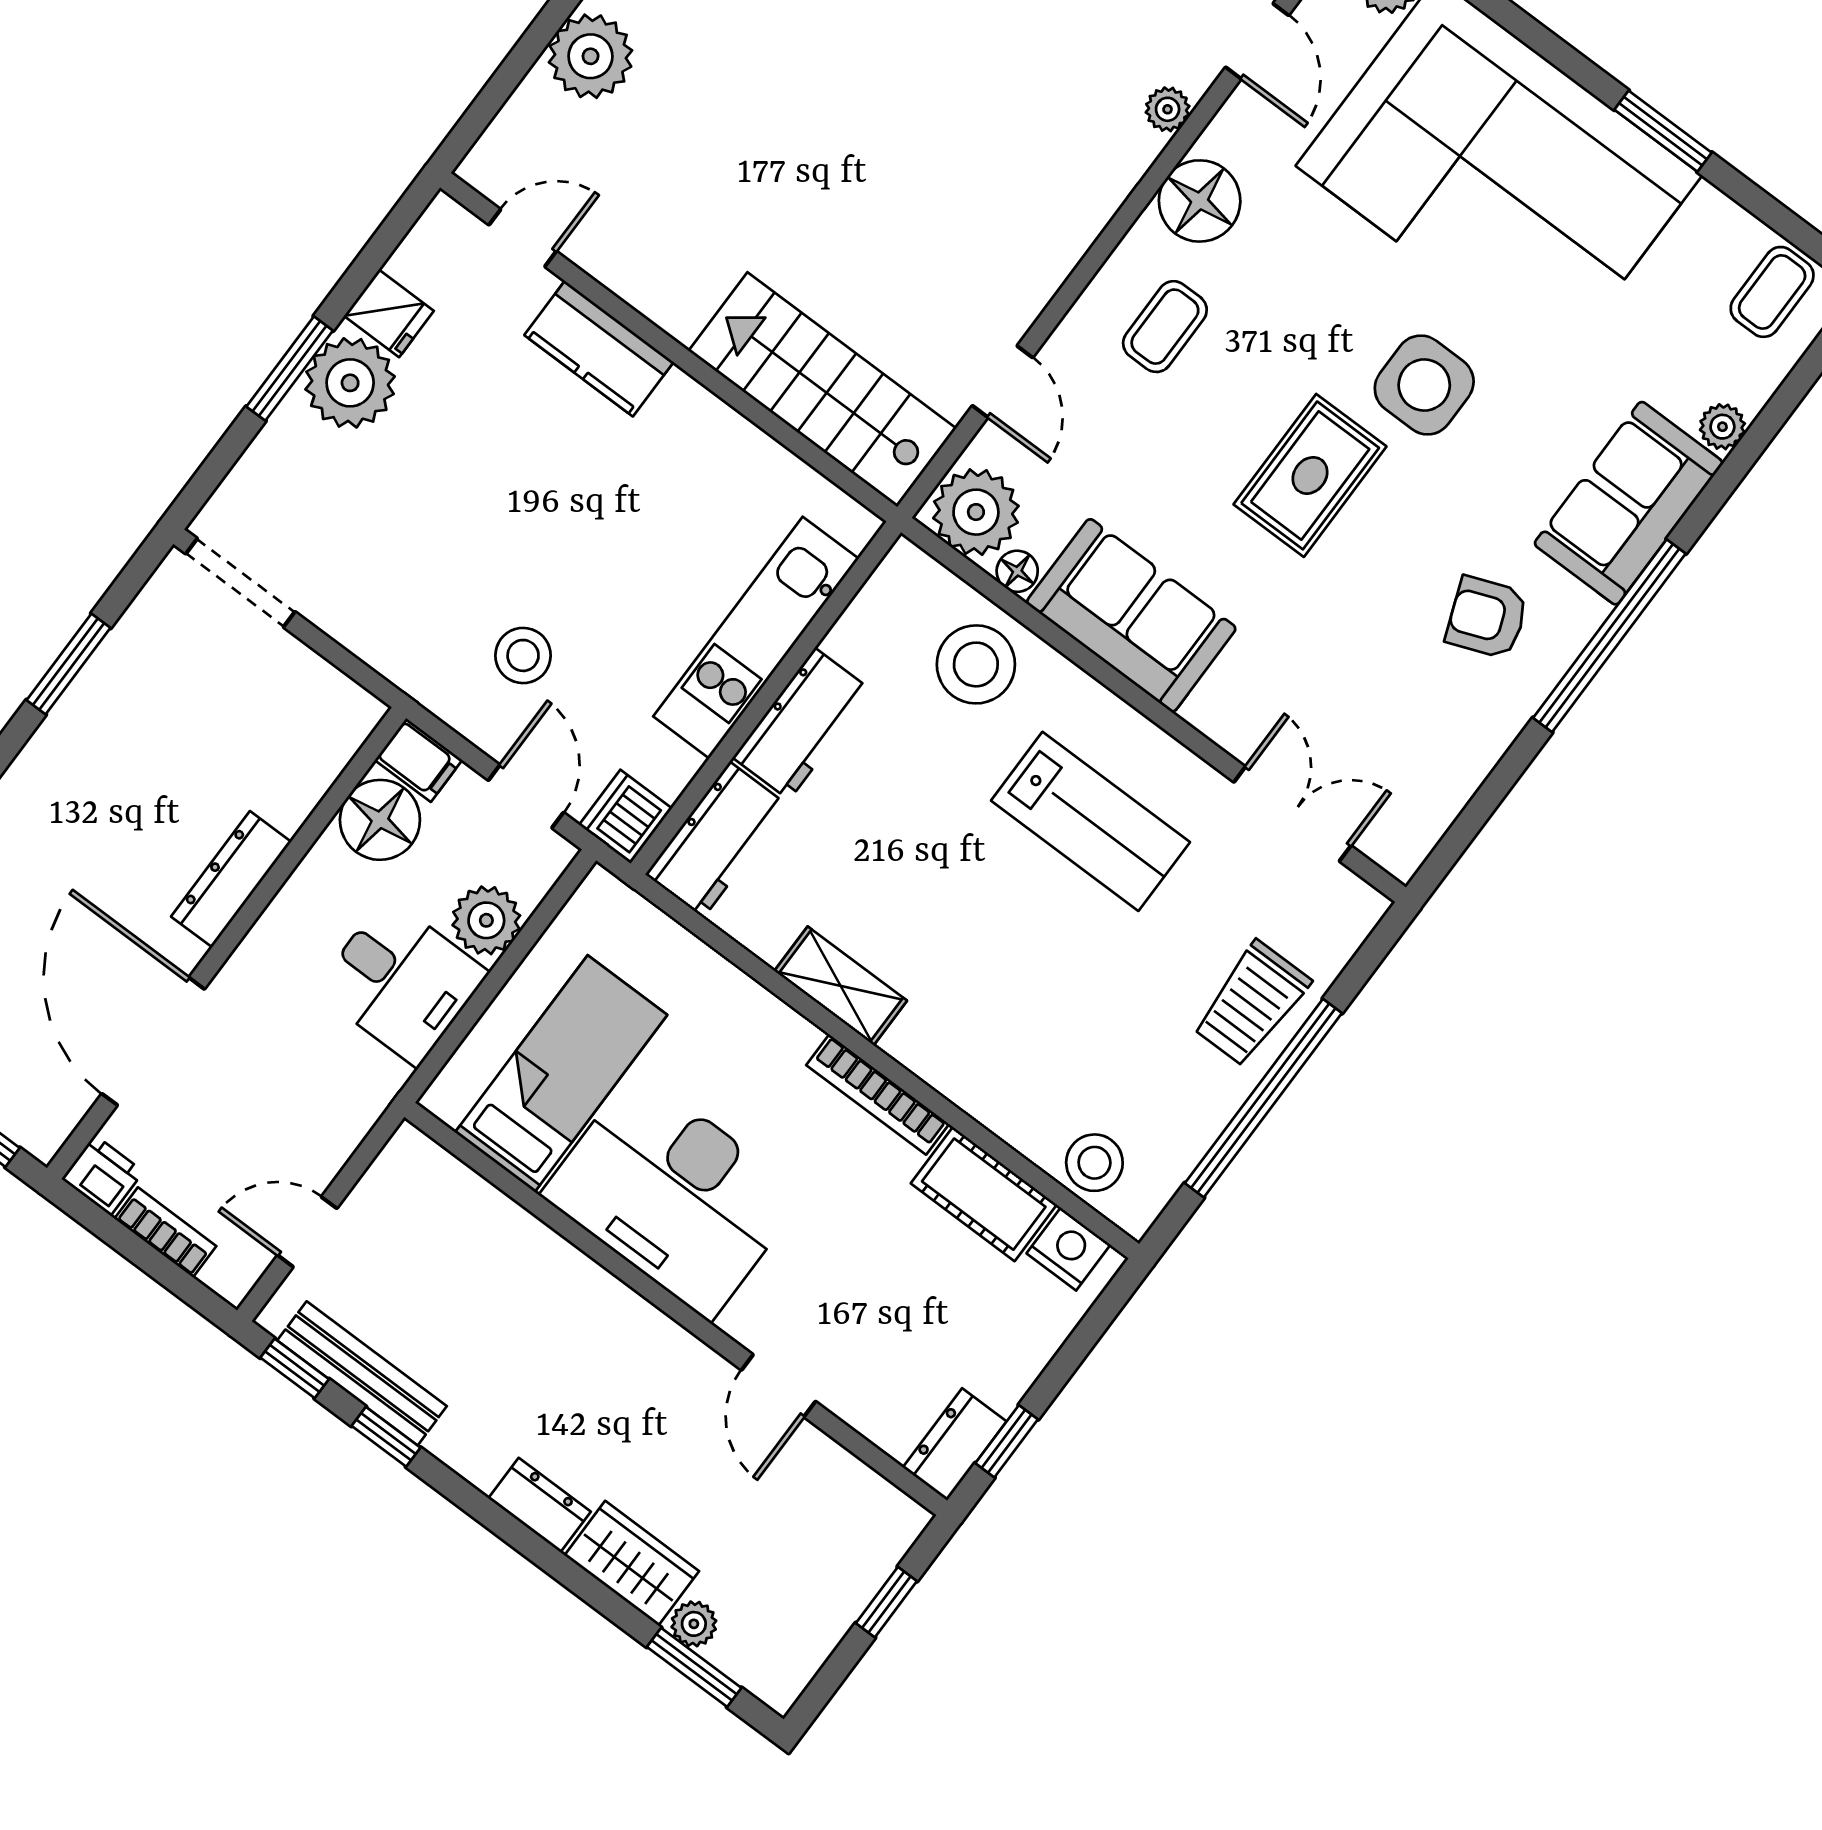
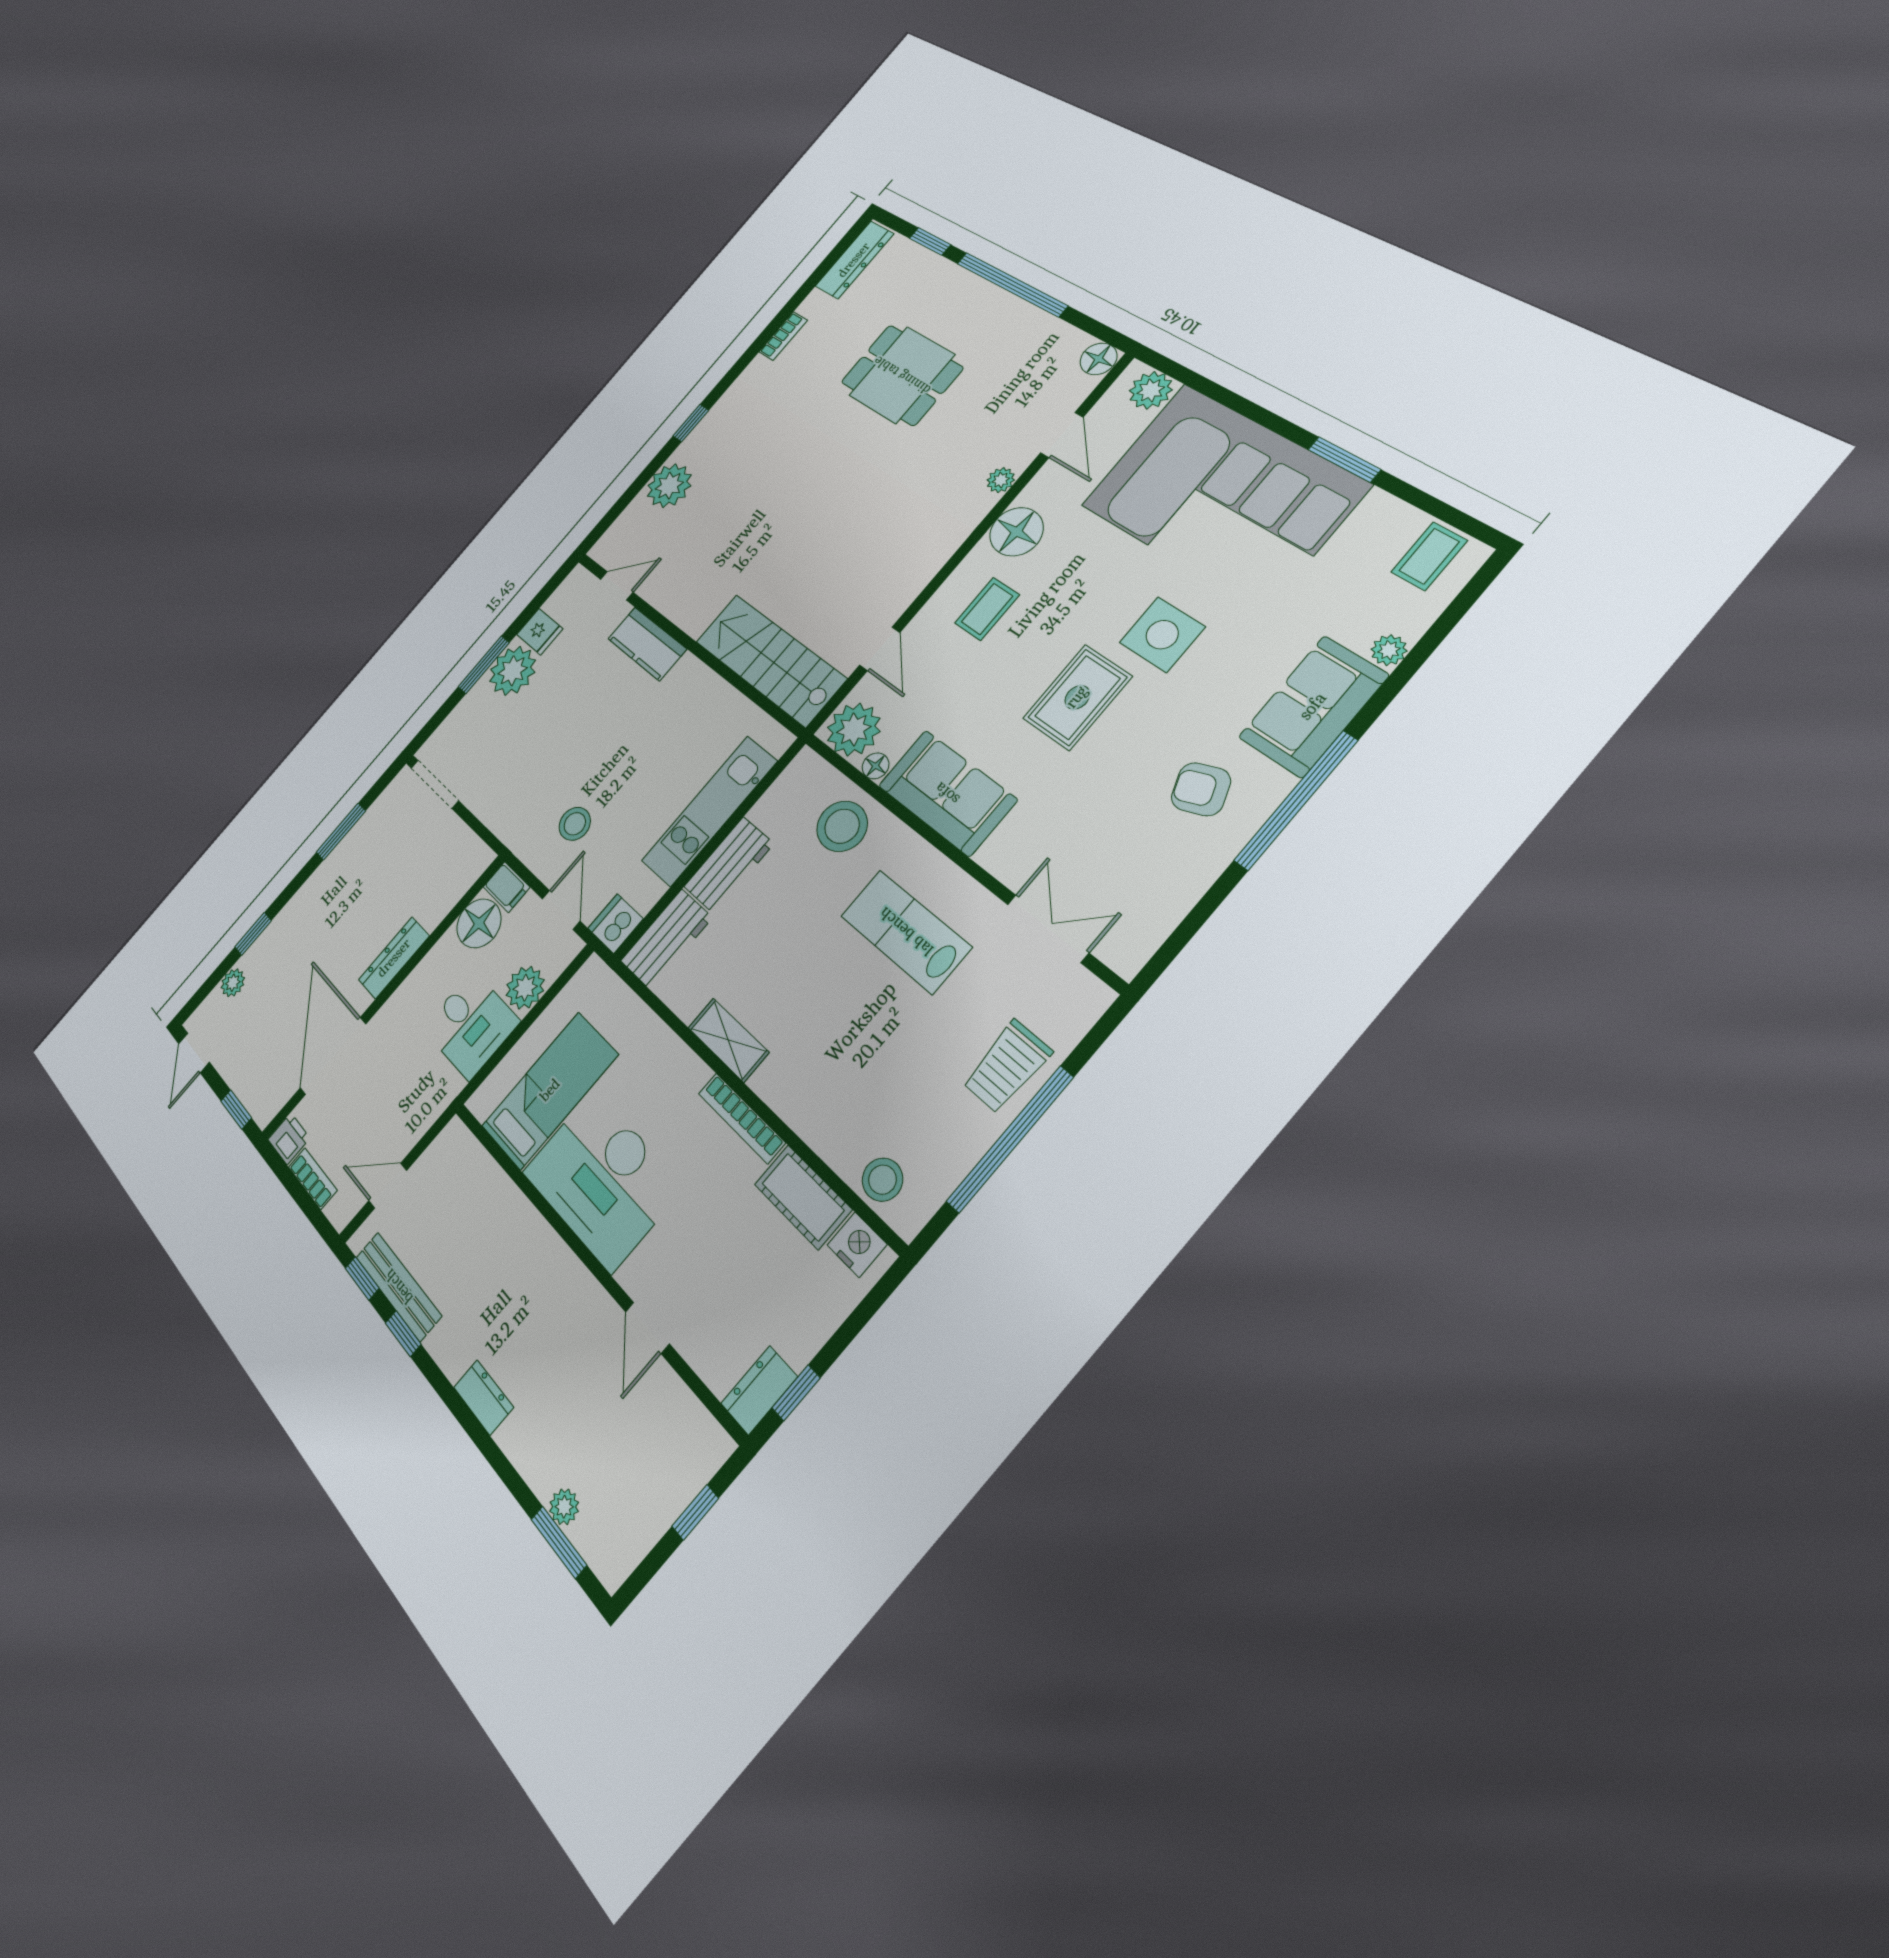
lab bench: (1090, 821) -> (906, 931), turned 180
wardrobe: (632, 1563) -> (532, 1451), removed

